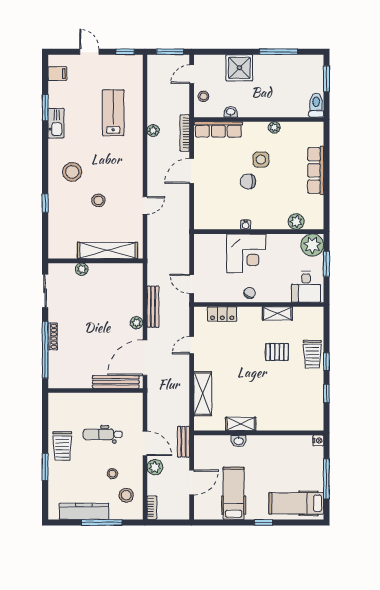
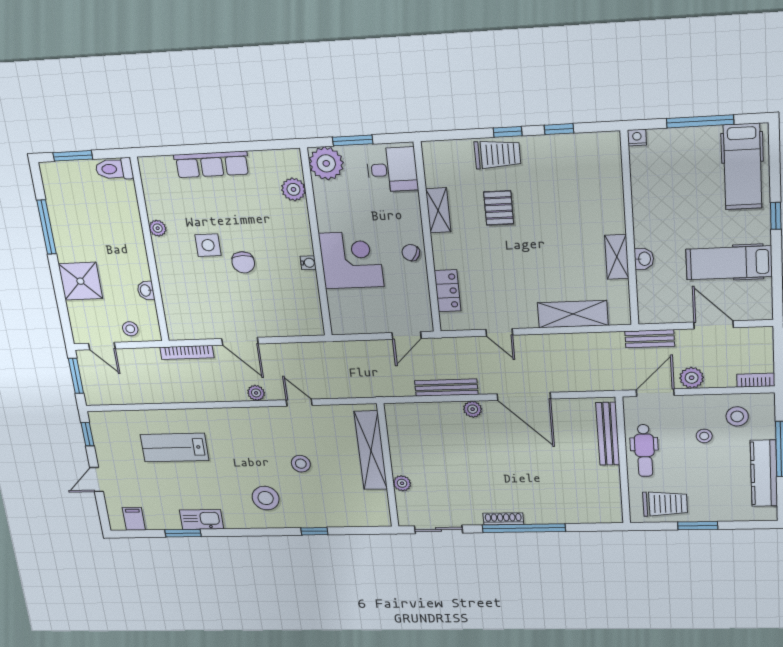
row of seats: (218, 129) -> (174, 307), removed
plant: (153, 130) -> (256, 393), moved
bench: (116, 382) -> (608, 434), moved
wall: (95, 391) -> (623, 461), moved

